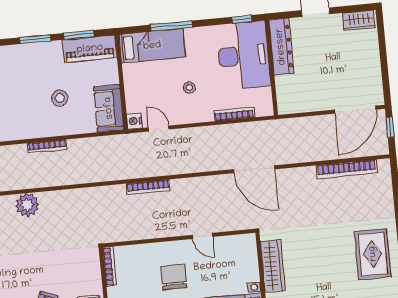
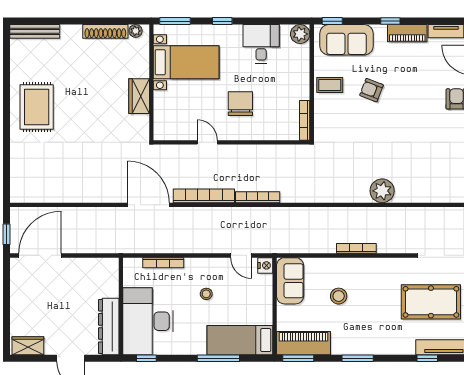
window: (79, 35) -> (298, 358), moved
bookcase: (347, 169) -> (204, 196), moved
wardrobe: (273, 266) -> (139, 96), width x0.67
chair: (174, 277) -> (240, 104), turned 180

